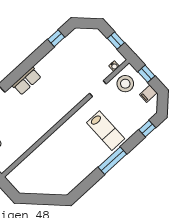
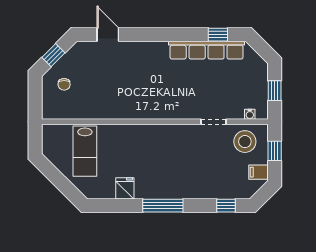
row of seats: (27, 81) -> (207, 50), moved, width x2.02
lab bench: (106, 131) -> (85, 151), moved
fridge: (83, 170) -> (125, 188), added

